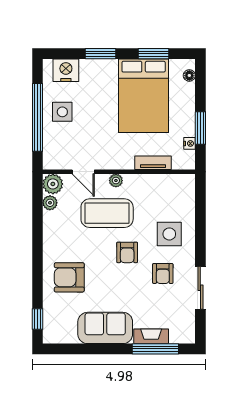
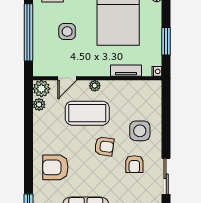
side table: (62, 112) -> (67, 32), moved
nightstand: (190, 143) -> (157, 71), moved
door: (83, 172) -> (67, 78), hinge flipped
armchair: (127, 252) -> (104, 146), turned -82

